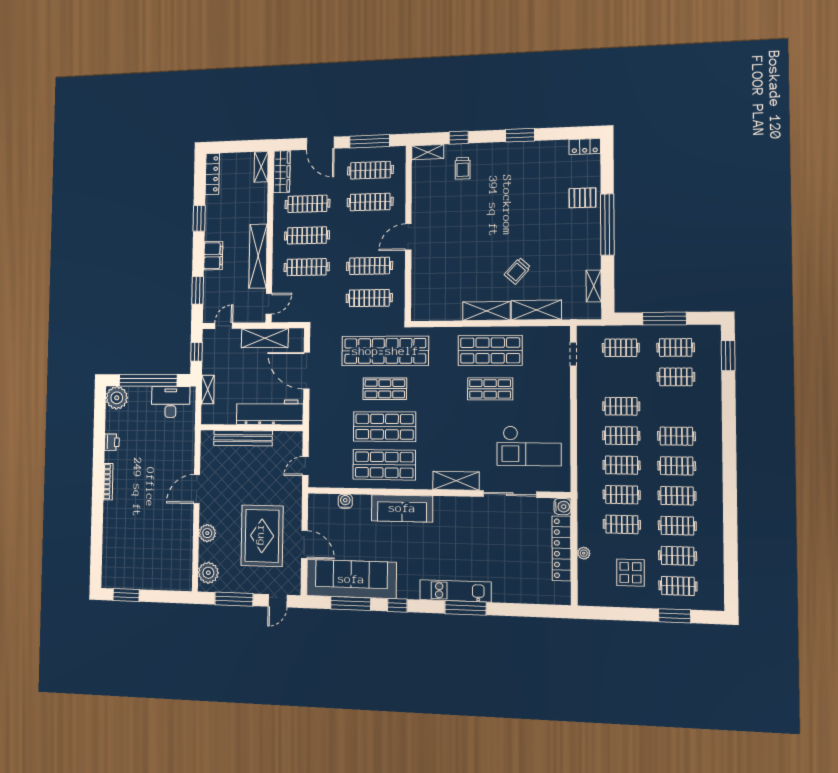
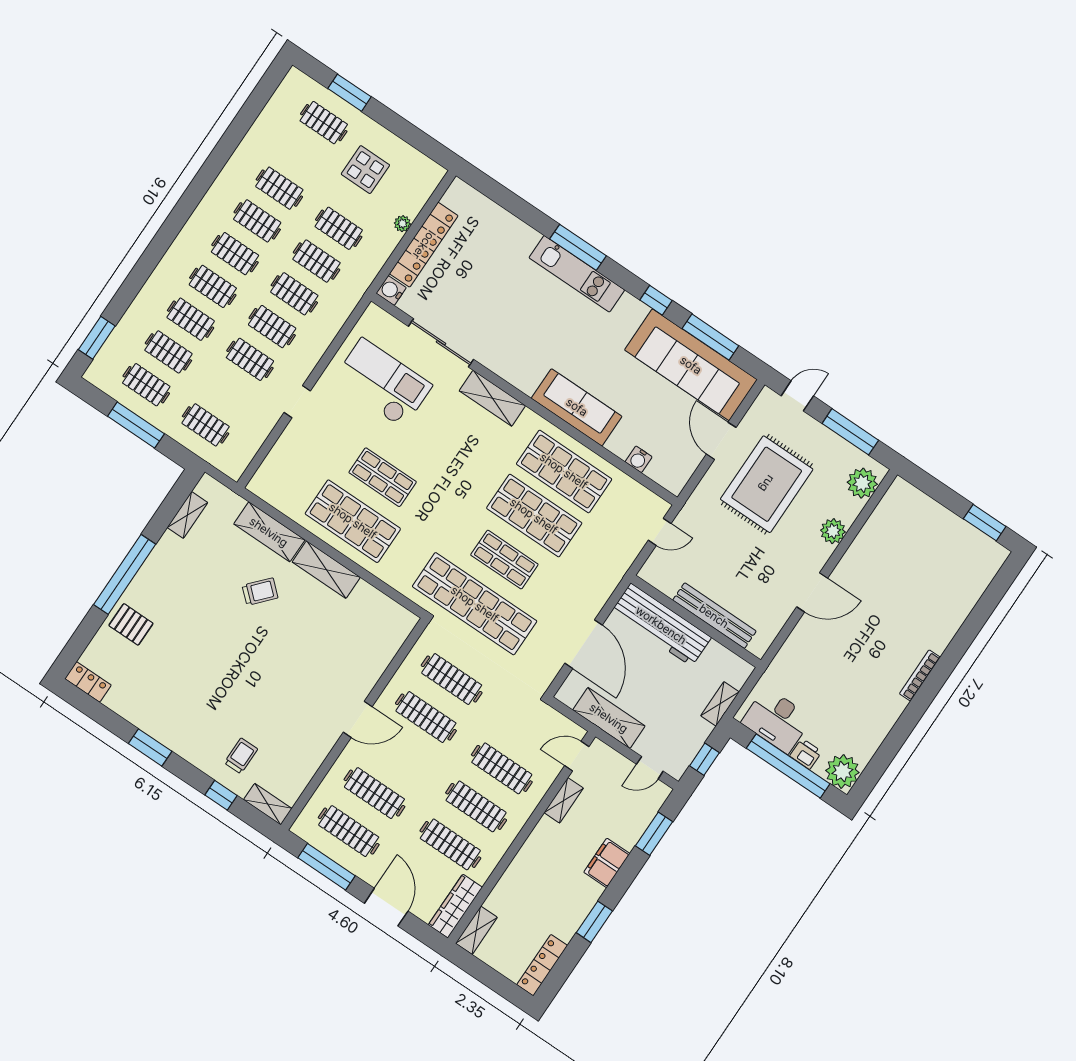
shelving: (258, 256) -> (564, 800), width x0.45, depth x0.75
doorway: (573, 354) -> (297, 402), moved
printer: (112, 442) -> (806, 754), moved, turned 90
clothes rail: (678, 556) -> (191, 319), moved

